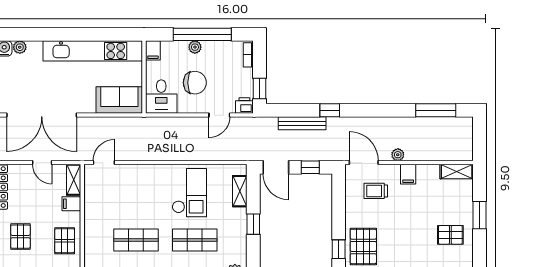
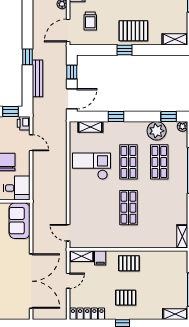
window: (339, 249) -> (124, 50), moved

